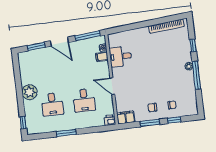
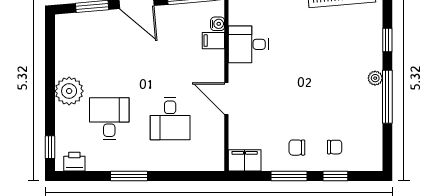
desk: (52, 104) -> (109, 119), turned 180
printer: (110, 120) -> (74, 162), moved

